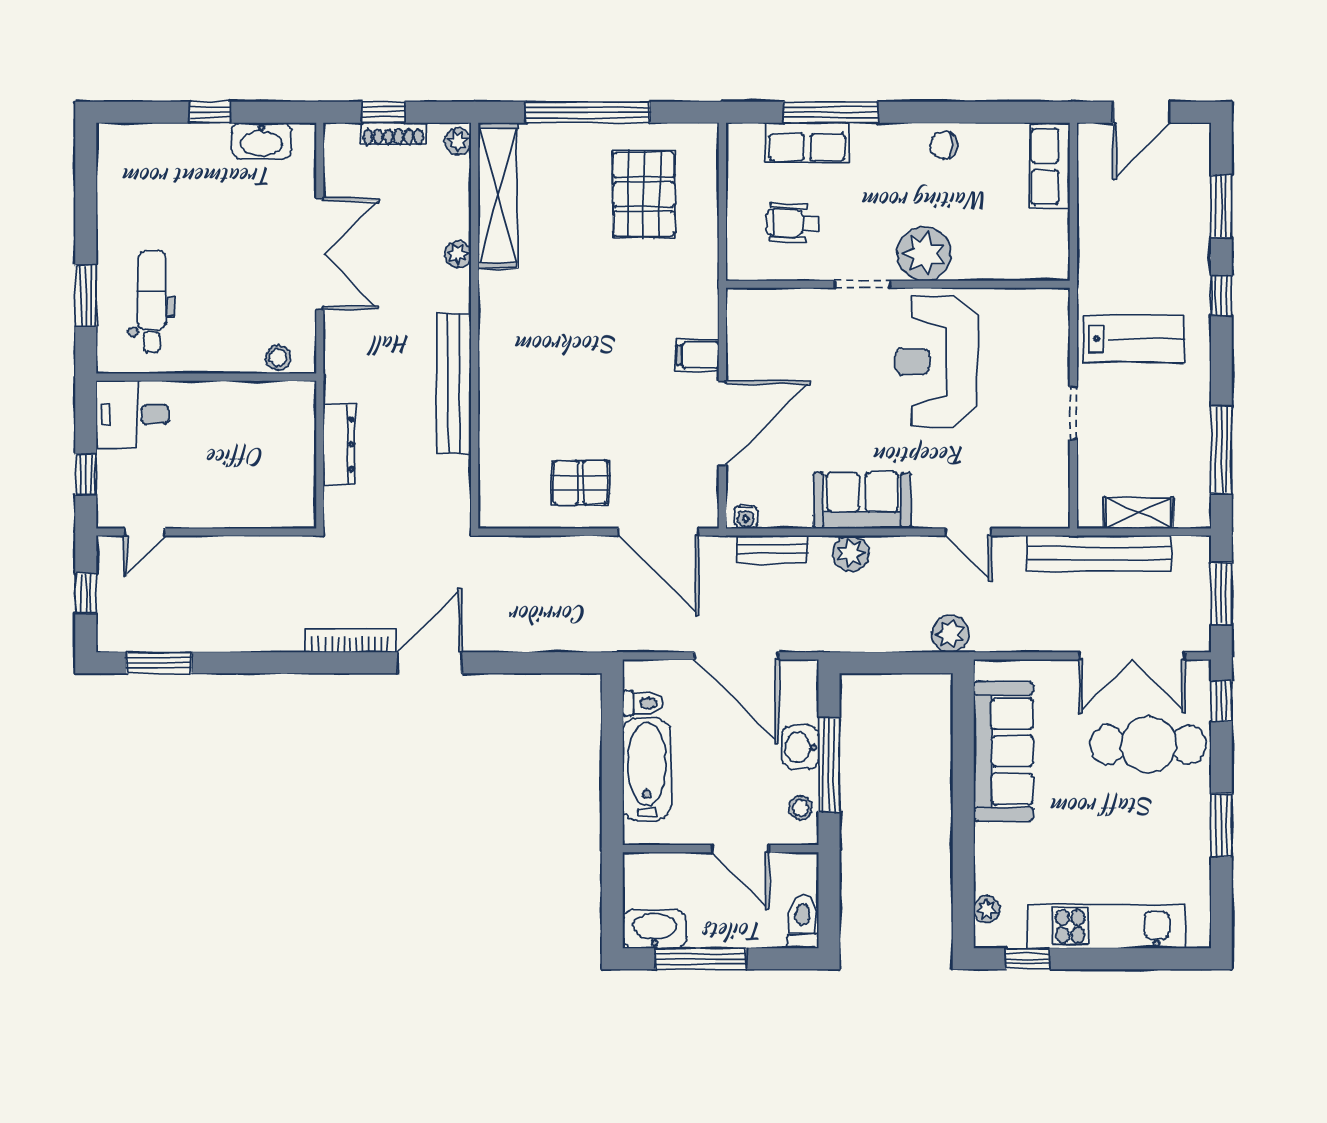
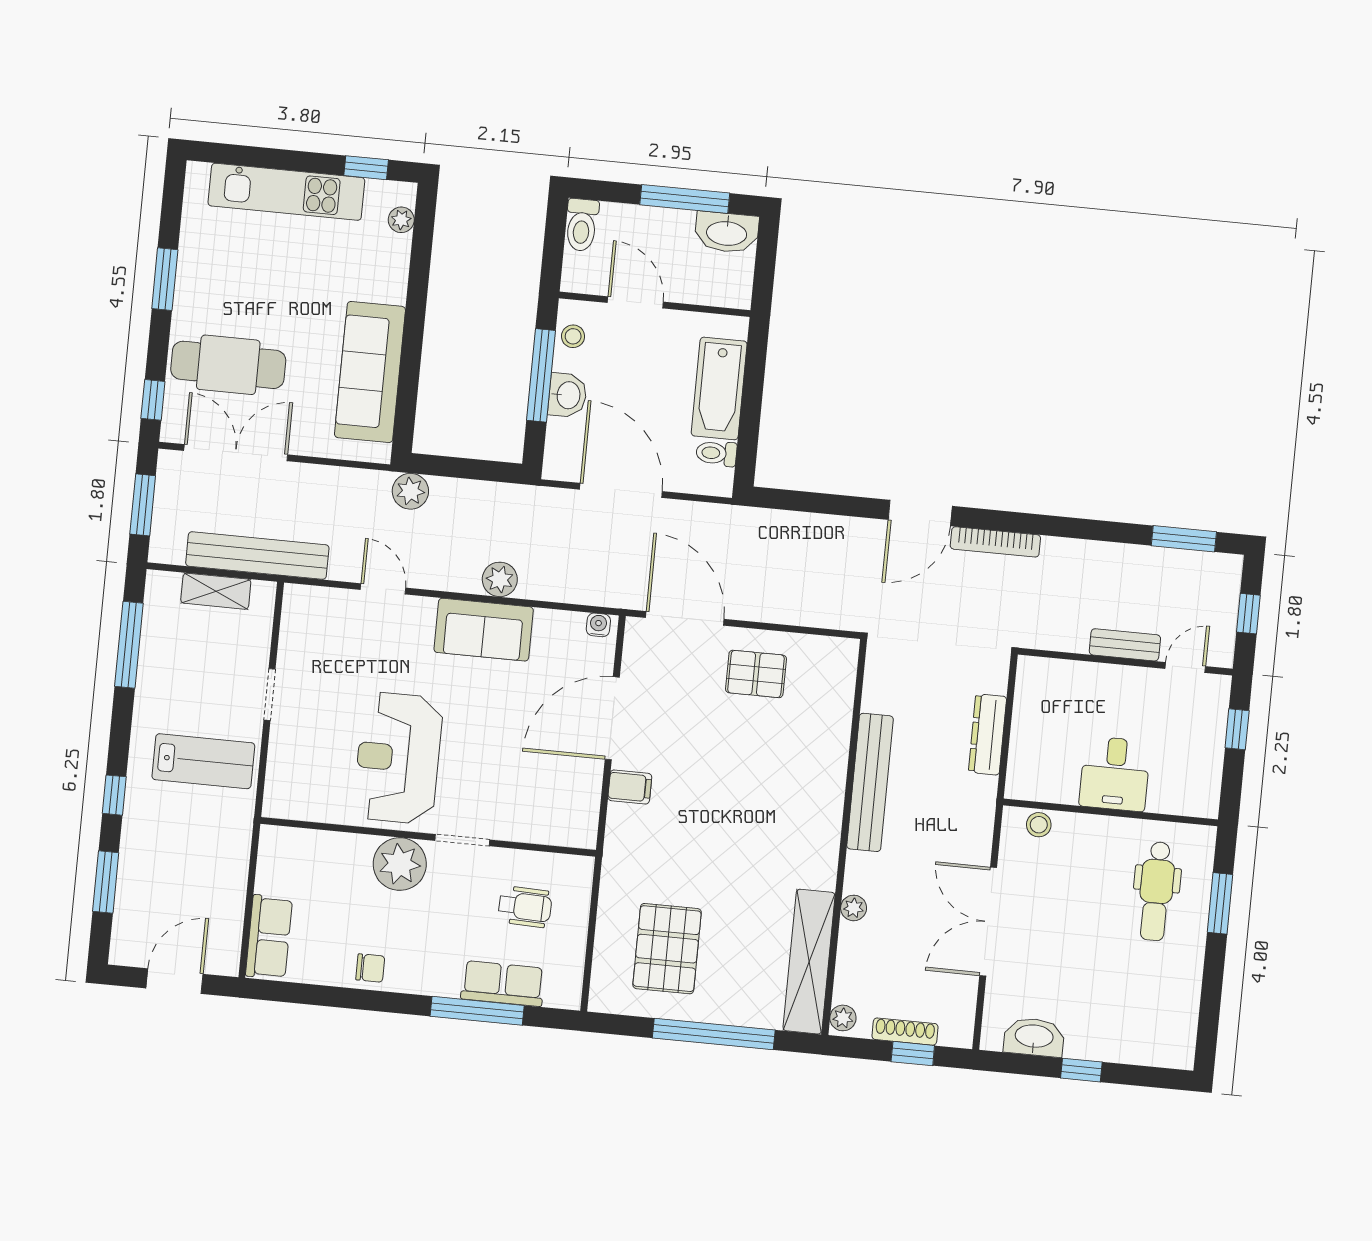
lab bench: (1134, 339) -> (203, 761), turned 180
reception desk: (936, 361) -> (398, 758), turned 180
desk: (132, 414) -> (1115, 774), moved, turned 90
bench: (772, 549) -> (1125, 645), moved

